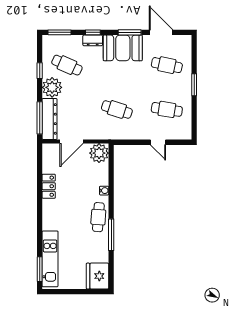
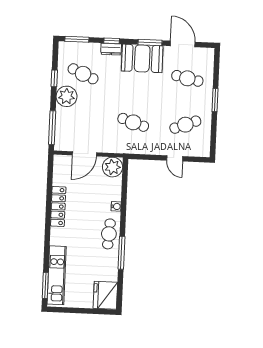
cafe table: (167, 109) -> (185, 125), turned -30
dresser: (50, 119) -> (62, 129), removed
locker: (49, 186) -> (58, 206), width x1.53

